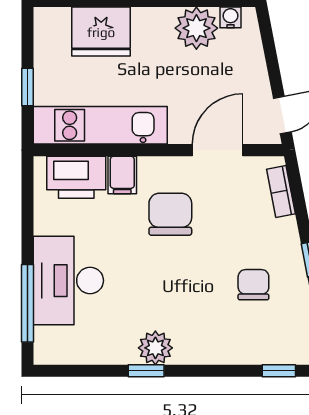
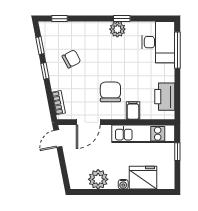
water cooler: (230, 17) -> (123, 184), moved
printer: (76, 177) -> (165, 97), moved, turned -90
chair: (170, 214) -> (110, 92), turned 180
desk: (68, 281) -> (158, 42), moved
chair: (253, 285) -> (71, 59), turned -118

